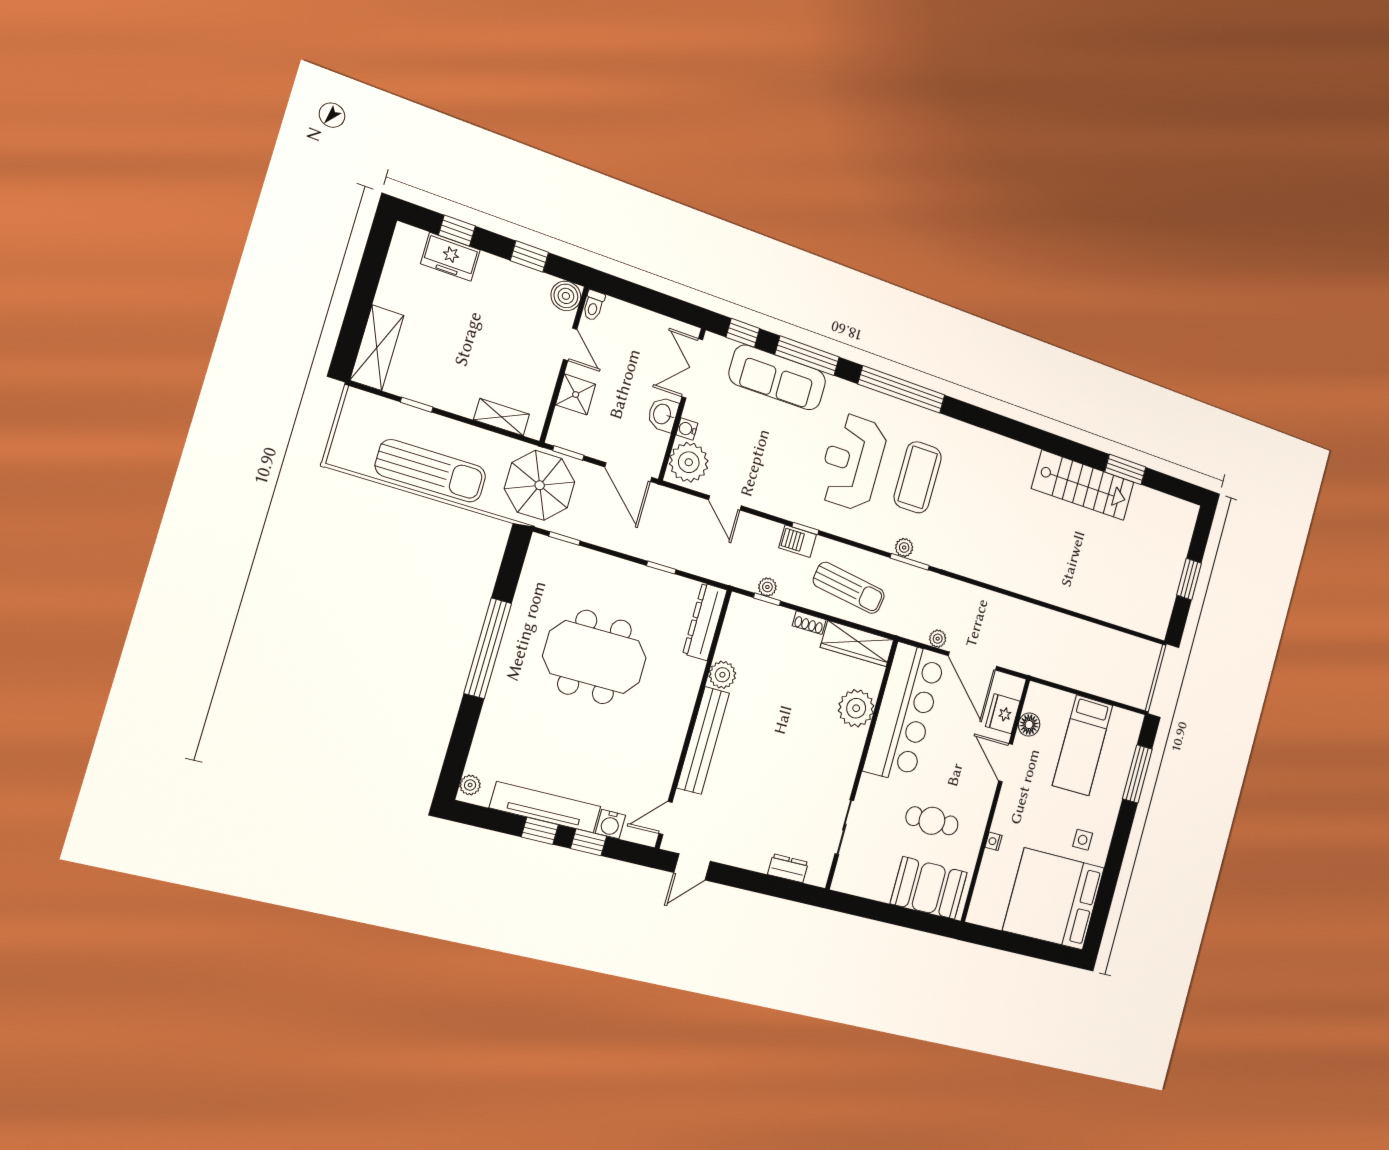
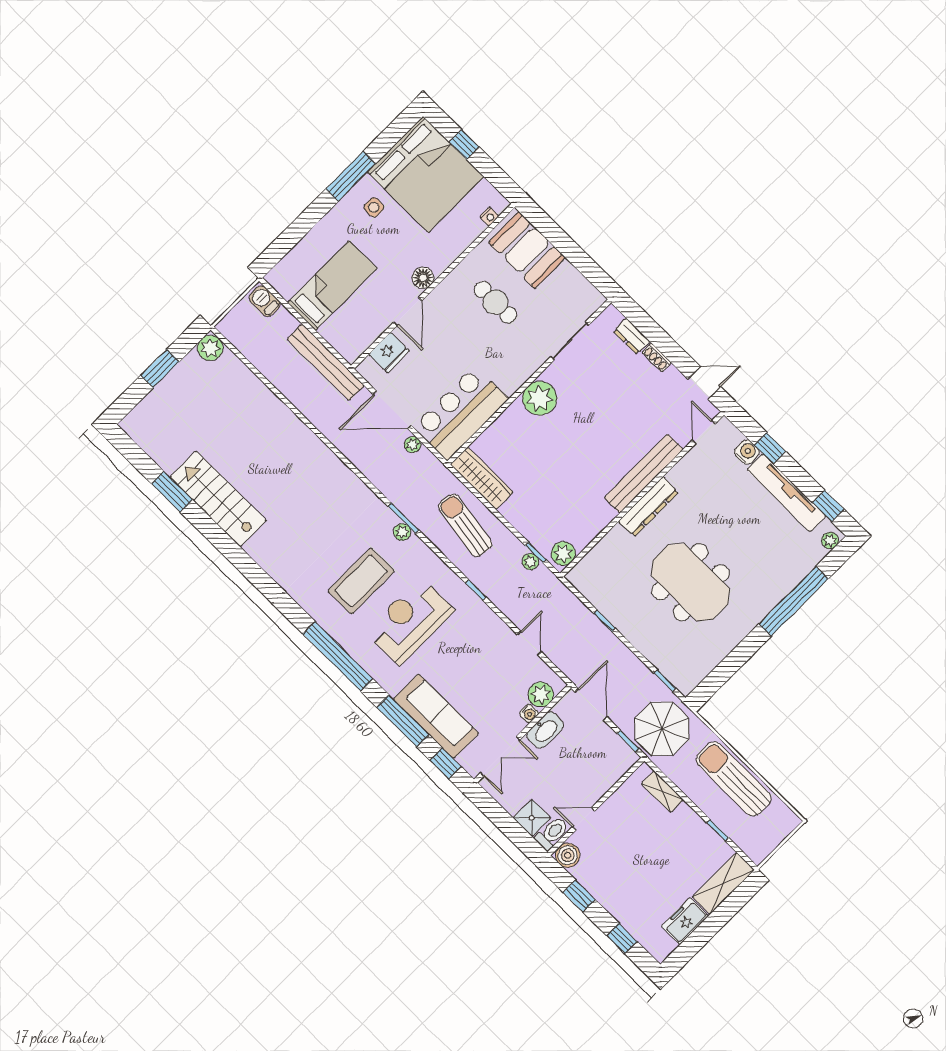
freezer: (450, 257) -> (685, 921), moved, turned -90
toilet: (594, 305) -> (552, 833), width x1.37, depth x1.39
door: (570, 344) -> (584, 819), hinge flipped
shower: (576, 394) -> (532, 818), moved
washbasin: (663, 414) -> (545, 730), width x1.38
plant: (689, 462) -> (541, 694), width x0.73, depth x0.73
reception desk: (852, 462) -> (410, 621), turned 180
barbecue: (797, 541) -> (265, 301), moved, turned 180
dresser: (705, 622) -> (649, 507), moved
shoe rack: (809, 623) -> (657, 358), moved, turned 180
plant: (1157, 623) -> (210, 348), added
window: (488, 648) -> (794, 601), moved
door: (973, 661) -> (392, 410), swing flipped
bench: (1053, 671) -> (326, 362), added
plant: (722, 675) -> (563, 553), moved
plant: (856, 708) -> (540, 398), moved
bar counter: (905, 713) -> (461, 413), width x0.73
floor lamp: (1029, 725) -> (423, 278), moved
window: (1137, 774) -> (351, 176), moved
door: (666, 818) -> (704, 432), swing flipped
window: (540, 831) -> (828, 506), moved
nightstand: (994, 841) -> (489, 217), moved
window: (1034, 948) -> (464, 144), added

